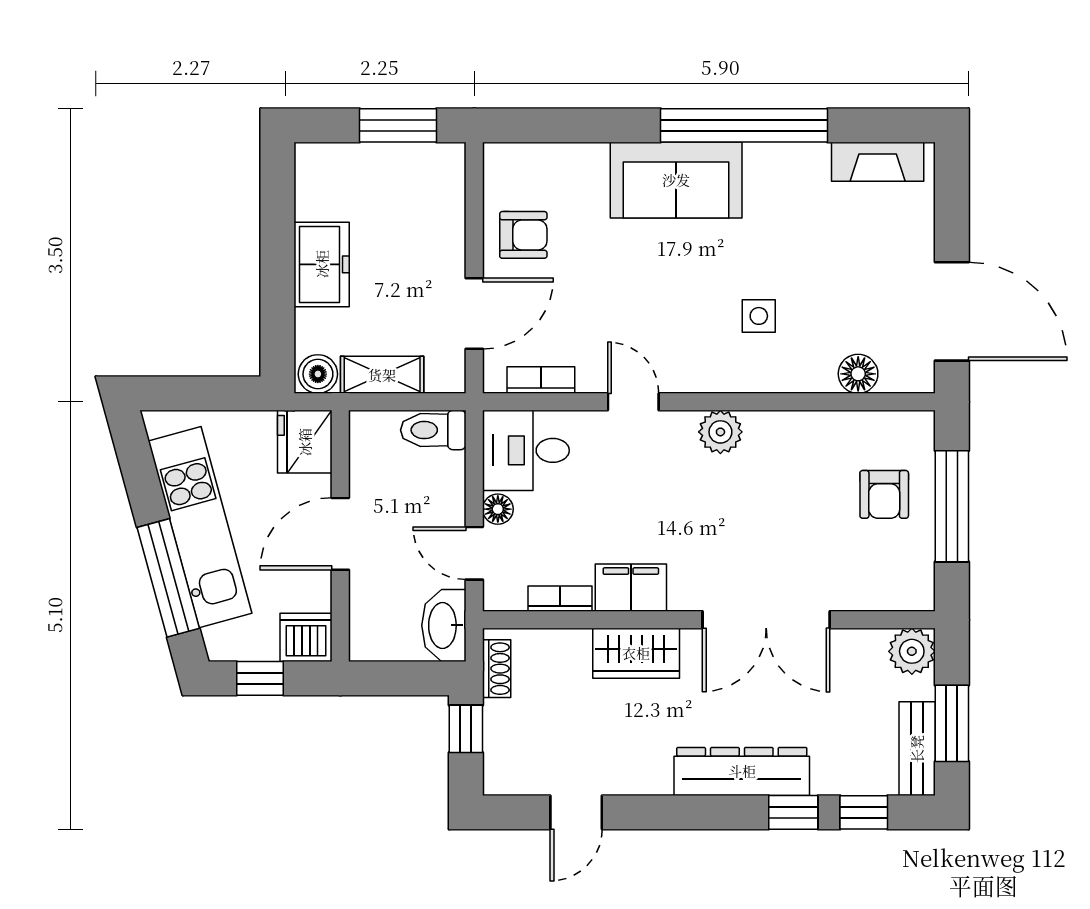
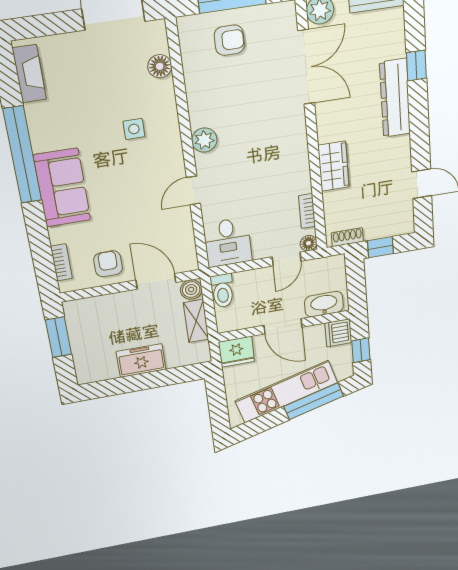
boiler: (318, 374) -> (191, 290), moved
bookcase: (541, 380) -> (62, 262), moved, turned 180
floor lamp: (498, 509) -> (308, 243), moved
filing cabinet: (631, 588) -> (298, 175), removed
double door: (766, 620) -> (306, 67), moved
washbasin: (444, 625) -> (324, 304), moved, turned 180
window: (864, 812) -> (415, 25), removed

